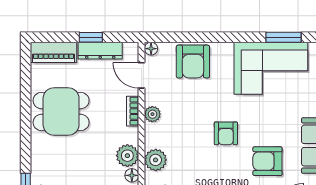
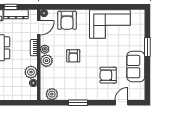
window: (283, 37) -> (117, 7), removed
door: (142, 75) -> (39, 28), swing flipped
armchair: (226, 133) -> (73, 56), moved
plant: (156, 160) -> (46, 61), moved

